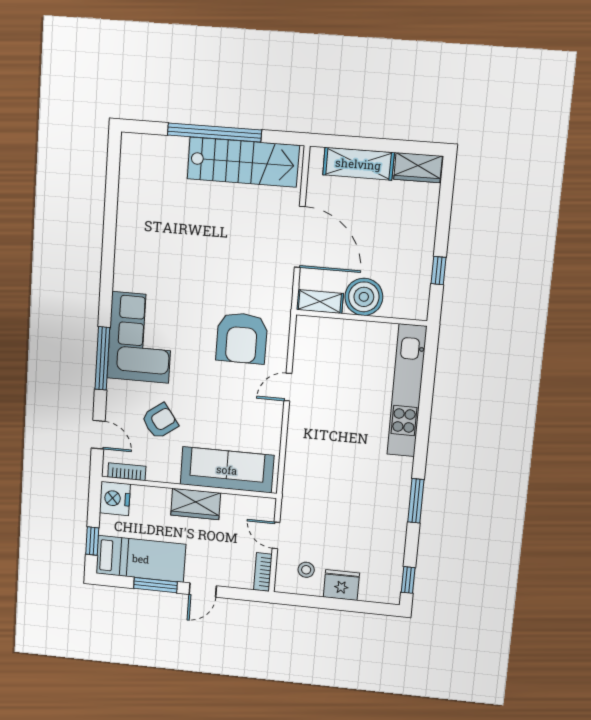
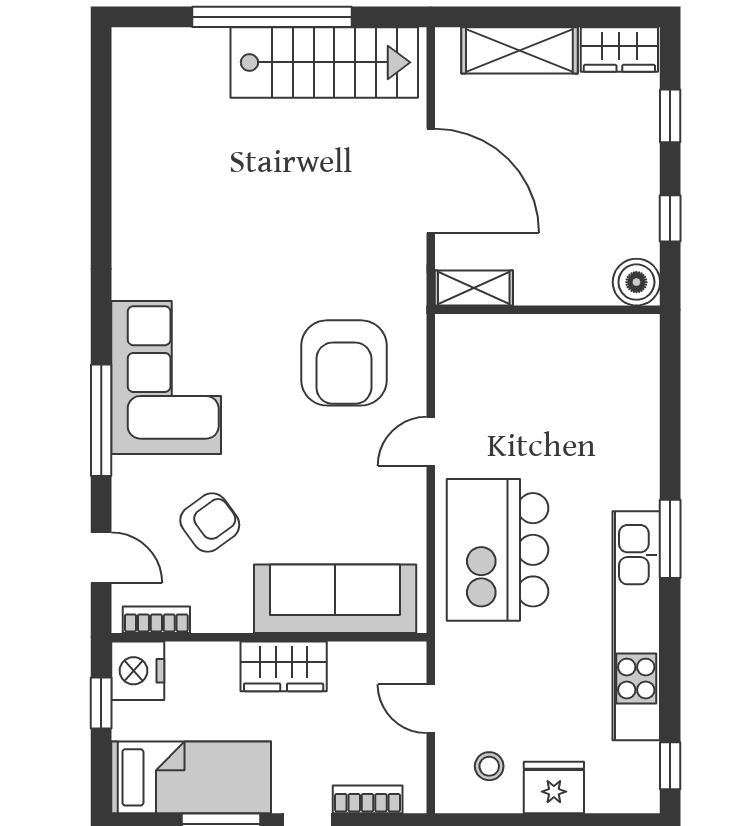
window: (444, 210) -> (670, 116), added
boiler: (364, 297) -> (636, 282), moved, width x0.73, depth x0.73
kitchen unit: (407, 391) -> (636, 626), moved
kitchen island: (321, 452) -> (497, 550), added
window: (416, 501) -> (670, 539), moved
window: (92, 541) -> (101, 703), moved
bookcase: (263, 572) -> (368, 799), moved, turned 90

